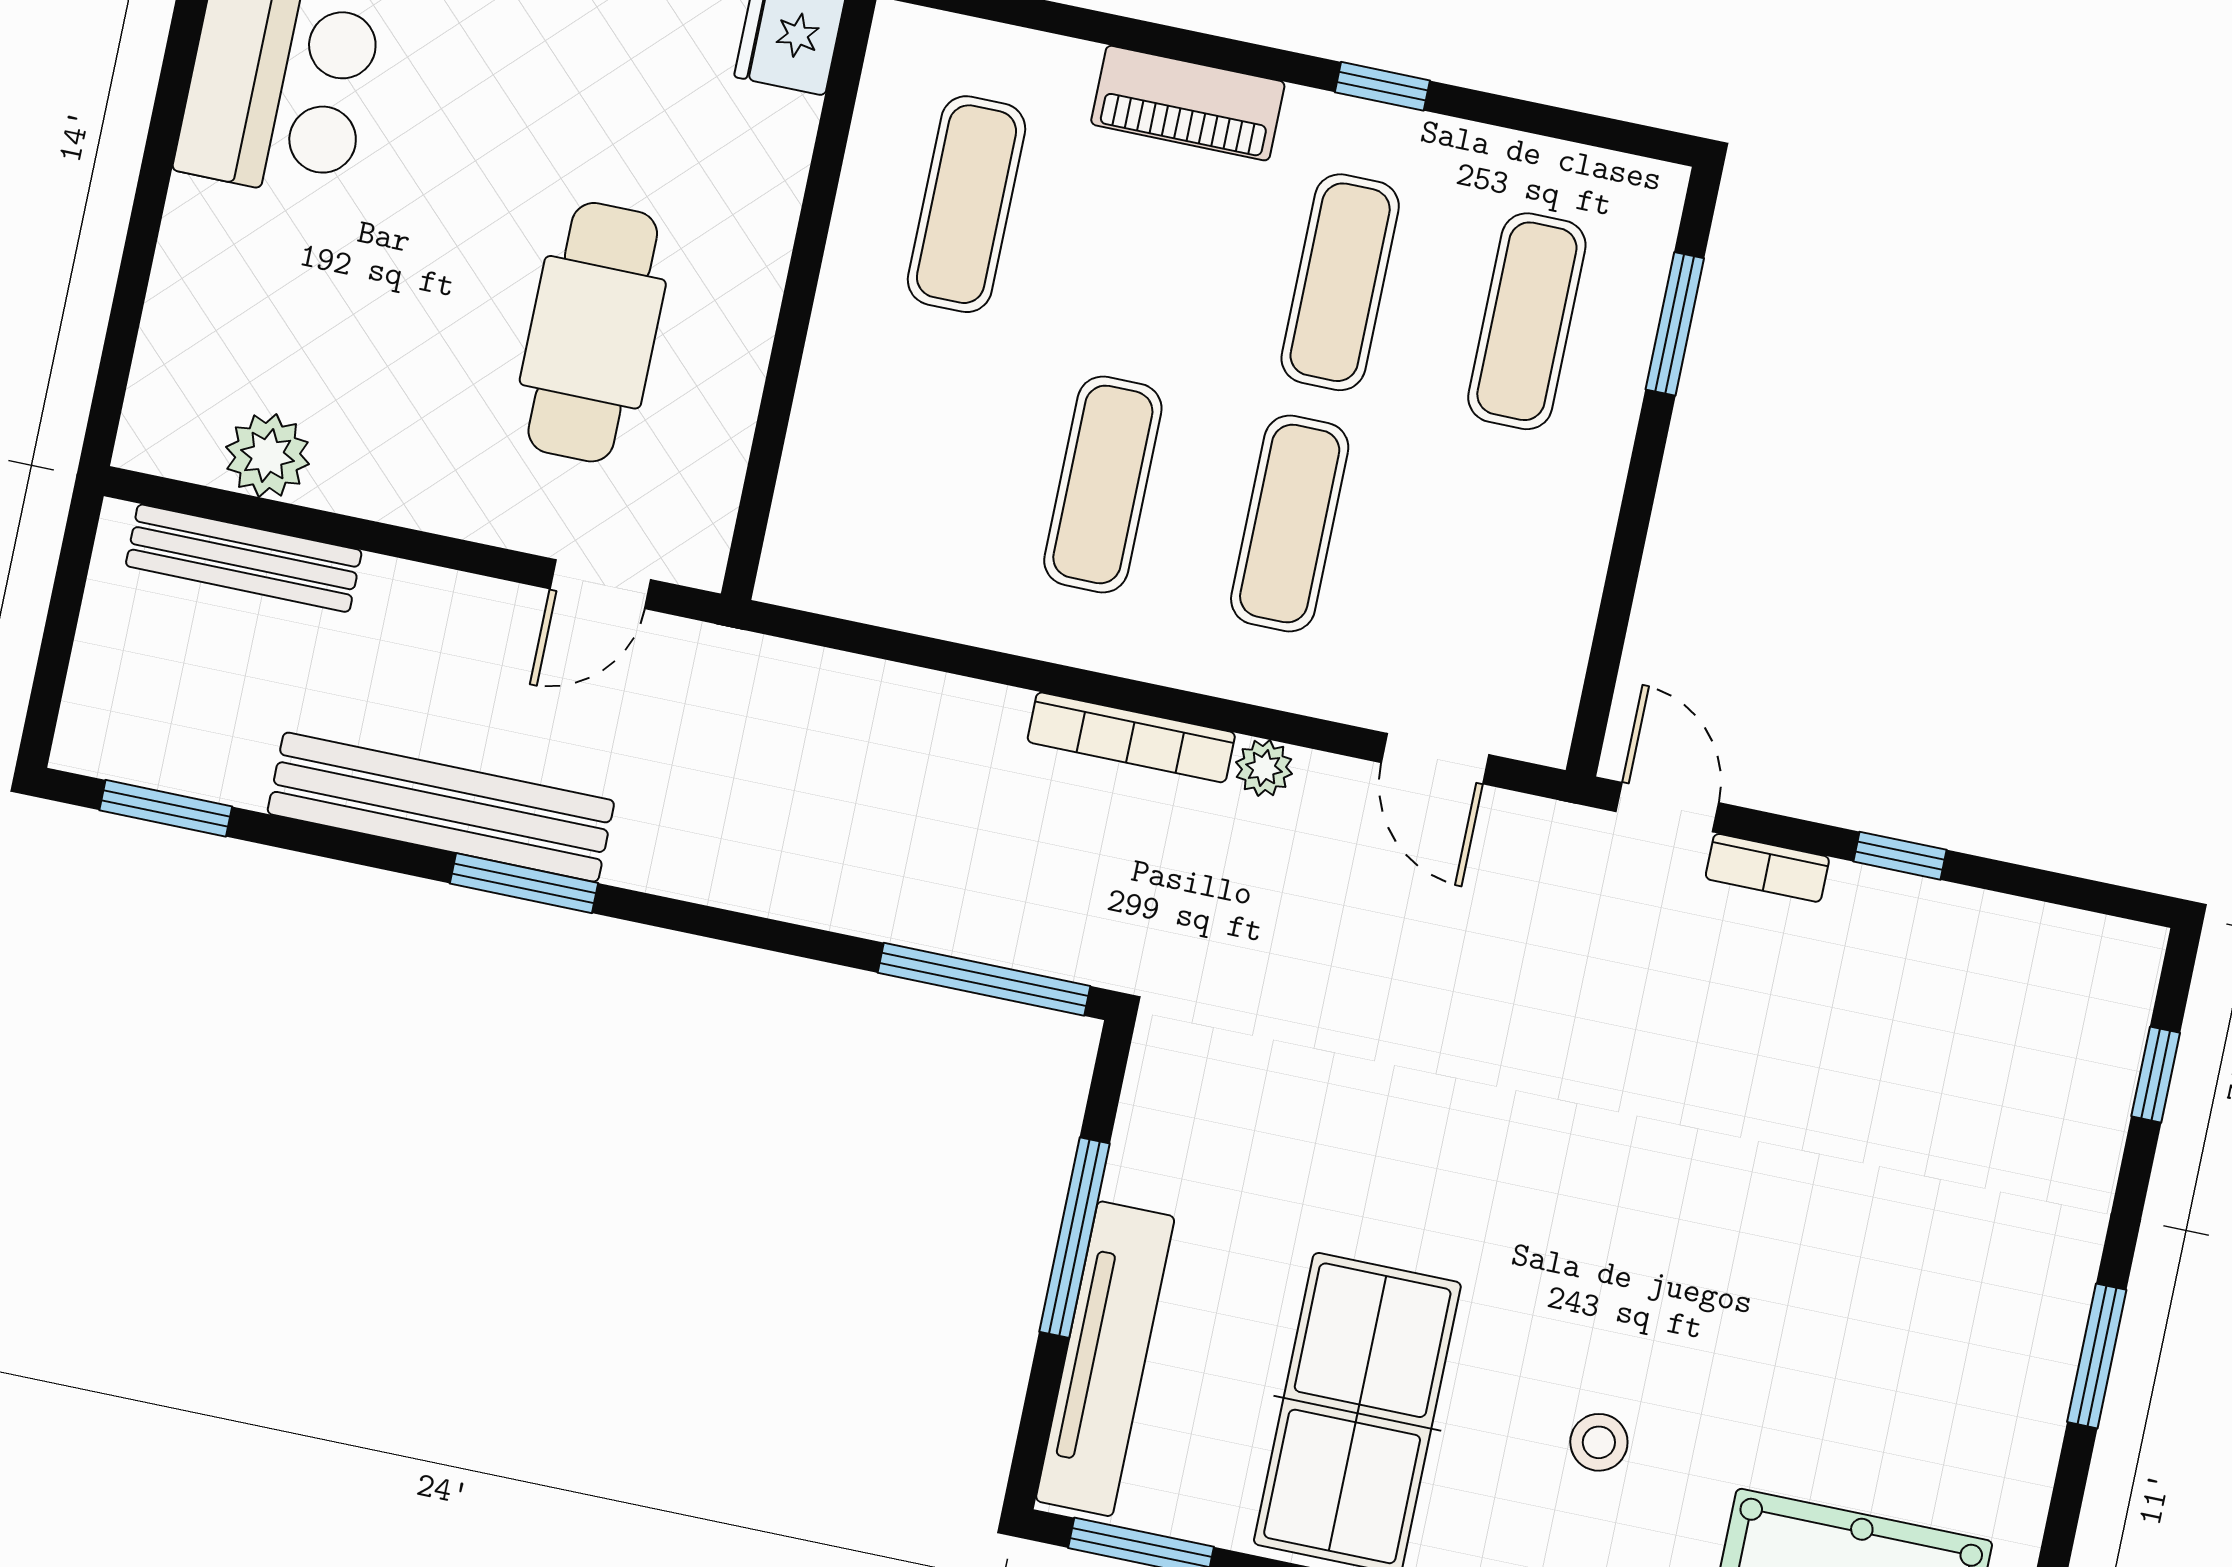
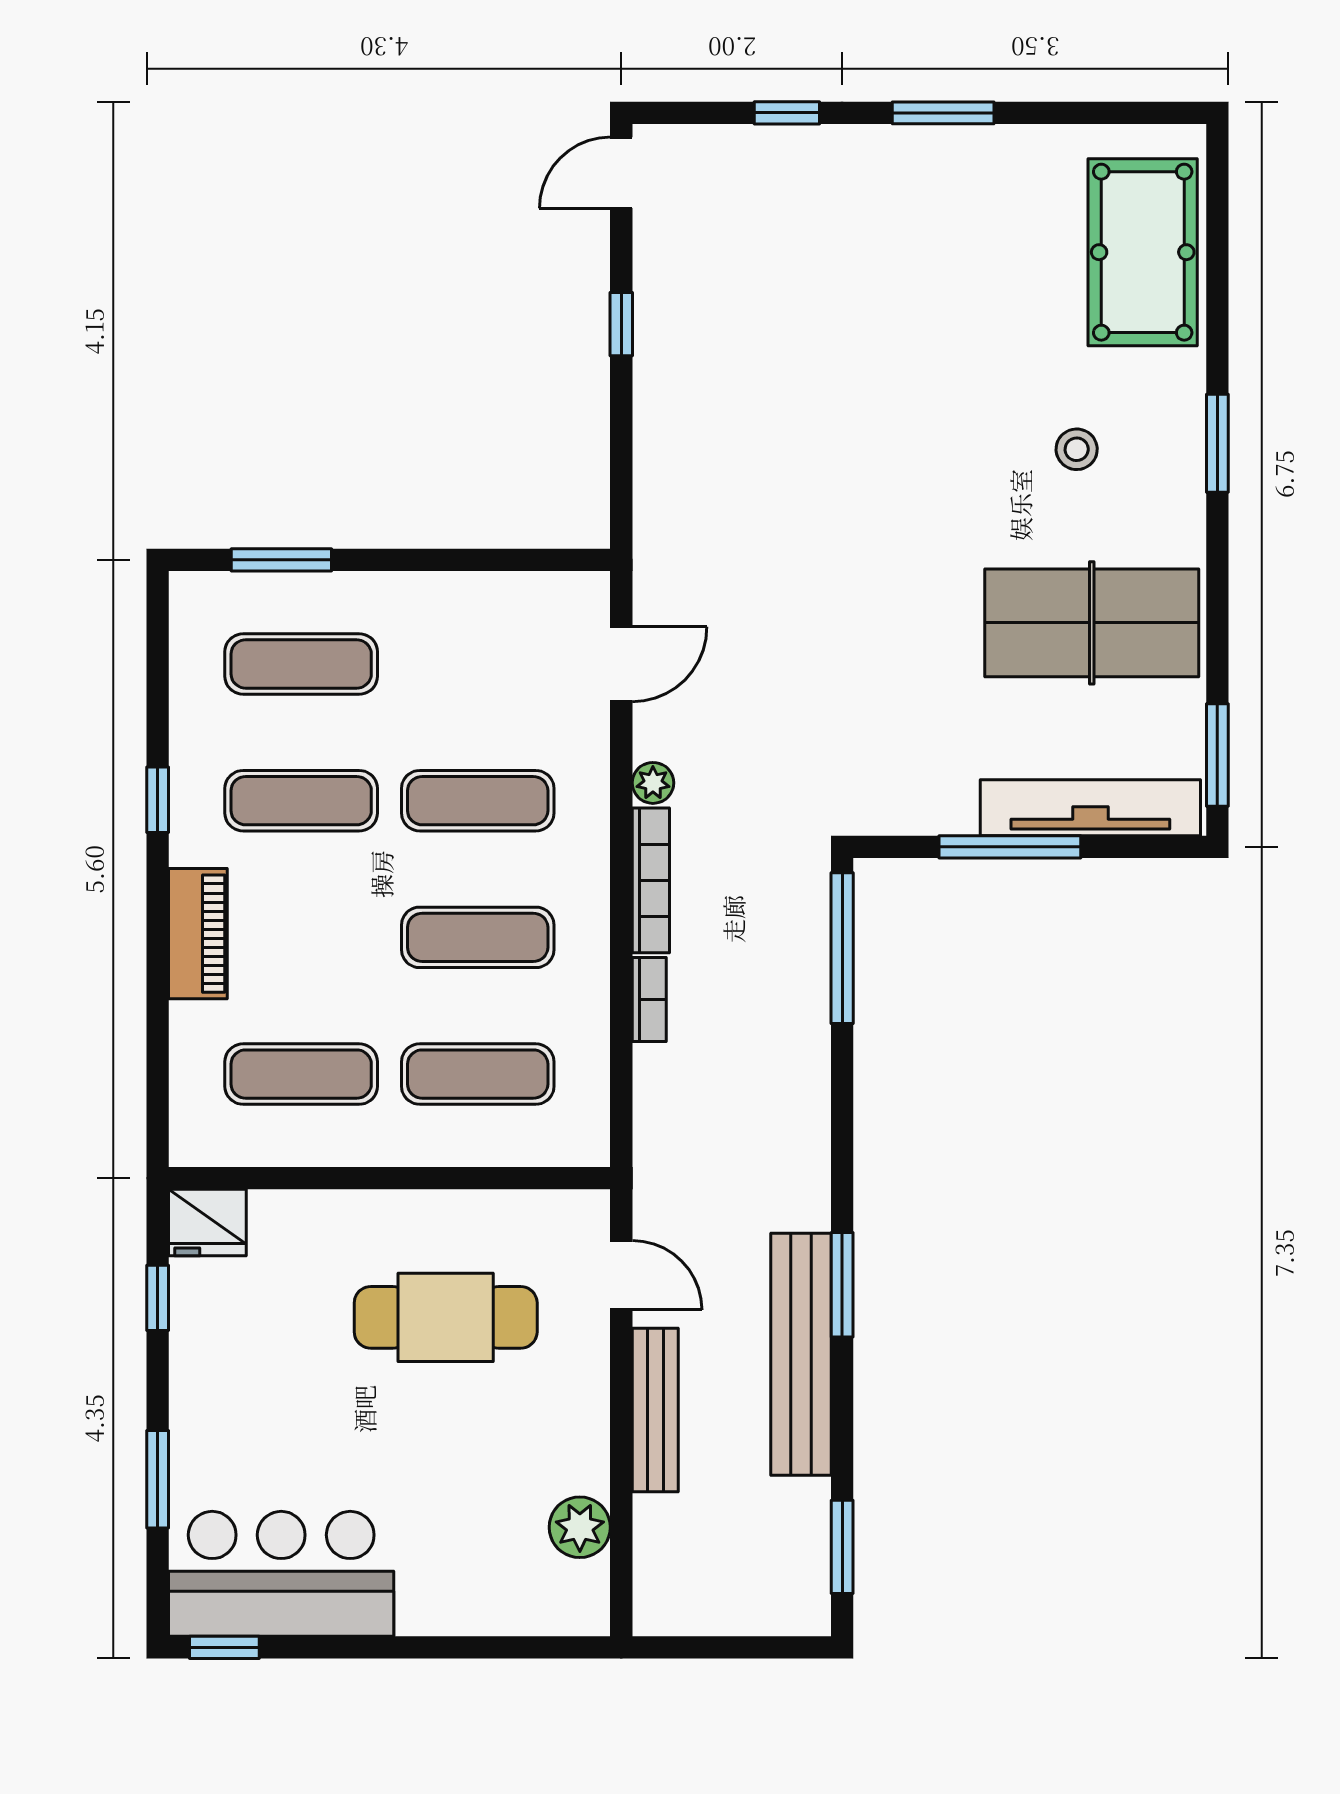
exercise mat: (916, 445) -> (478, 1074), added
bench: (244, 558) -> (655, 1410), moved
door: (1667, 807) -> (621, 173), moved
bookcase: (1767, 868) -> (649, 1000), moved
window: (2156, 1075) -> (787, 113), moved

